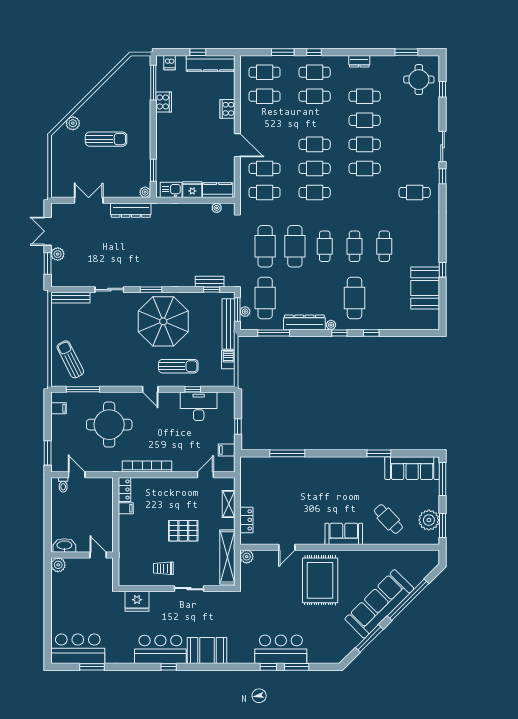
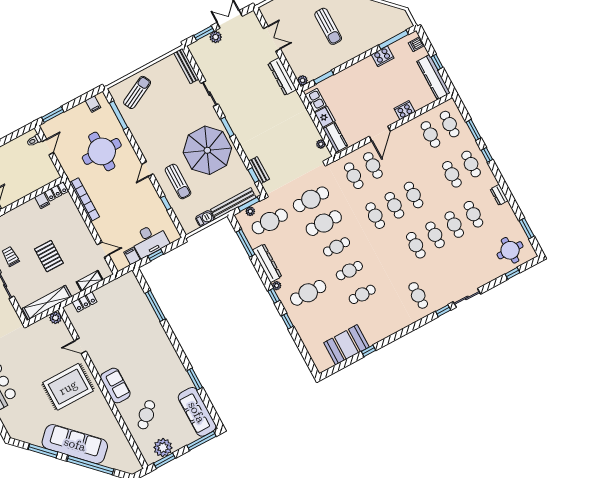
desk: (199, 406) -> (150, 240), moved, turned 90

